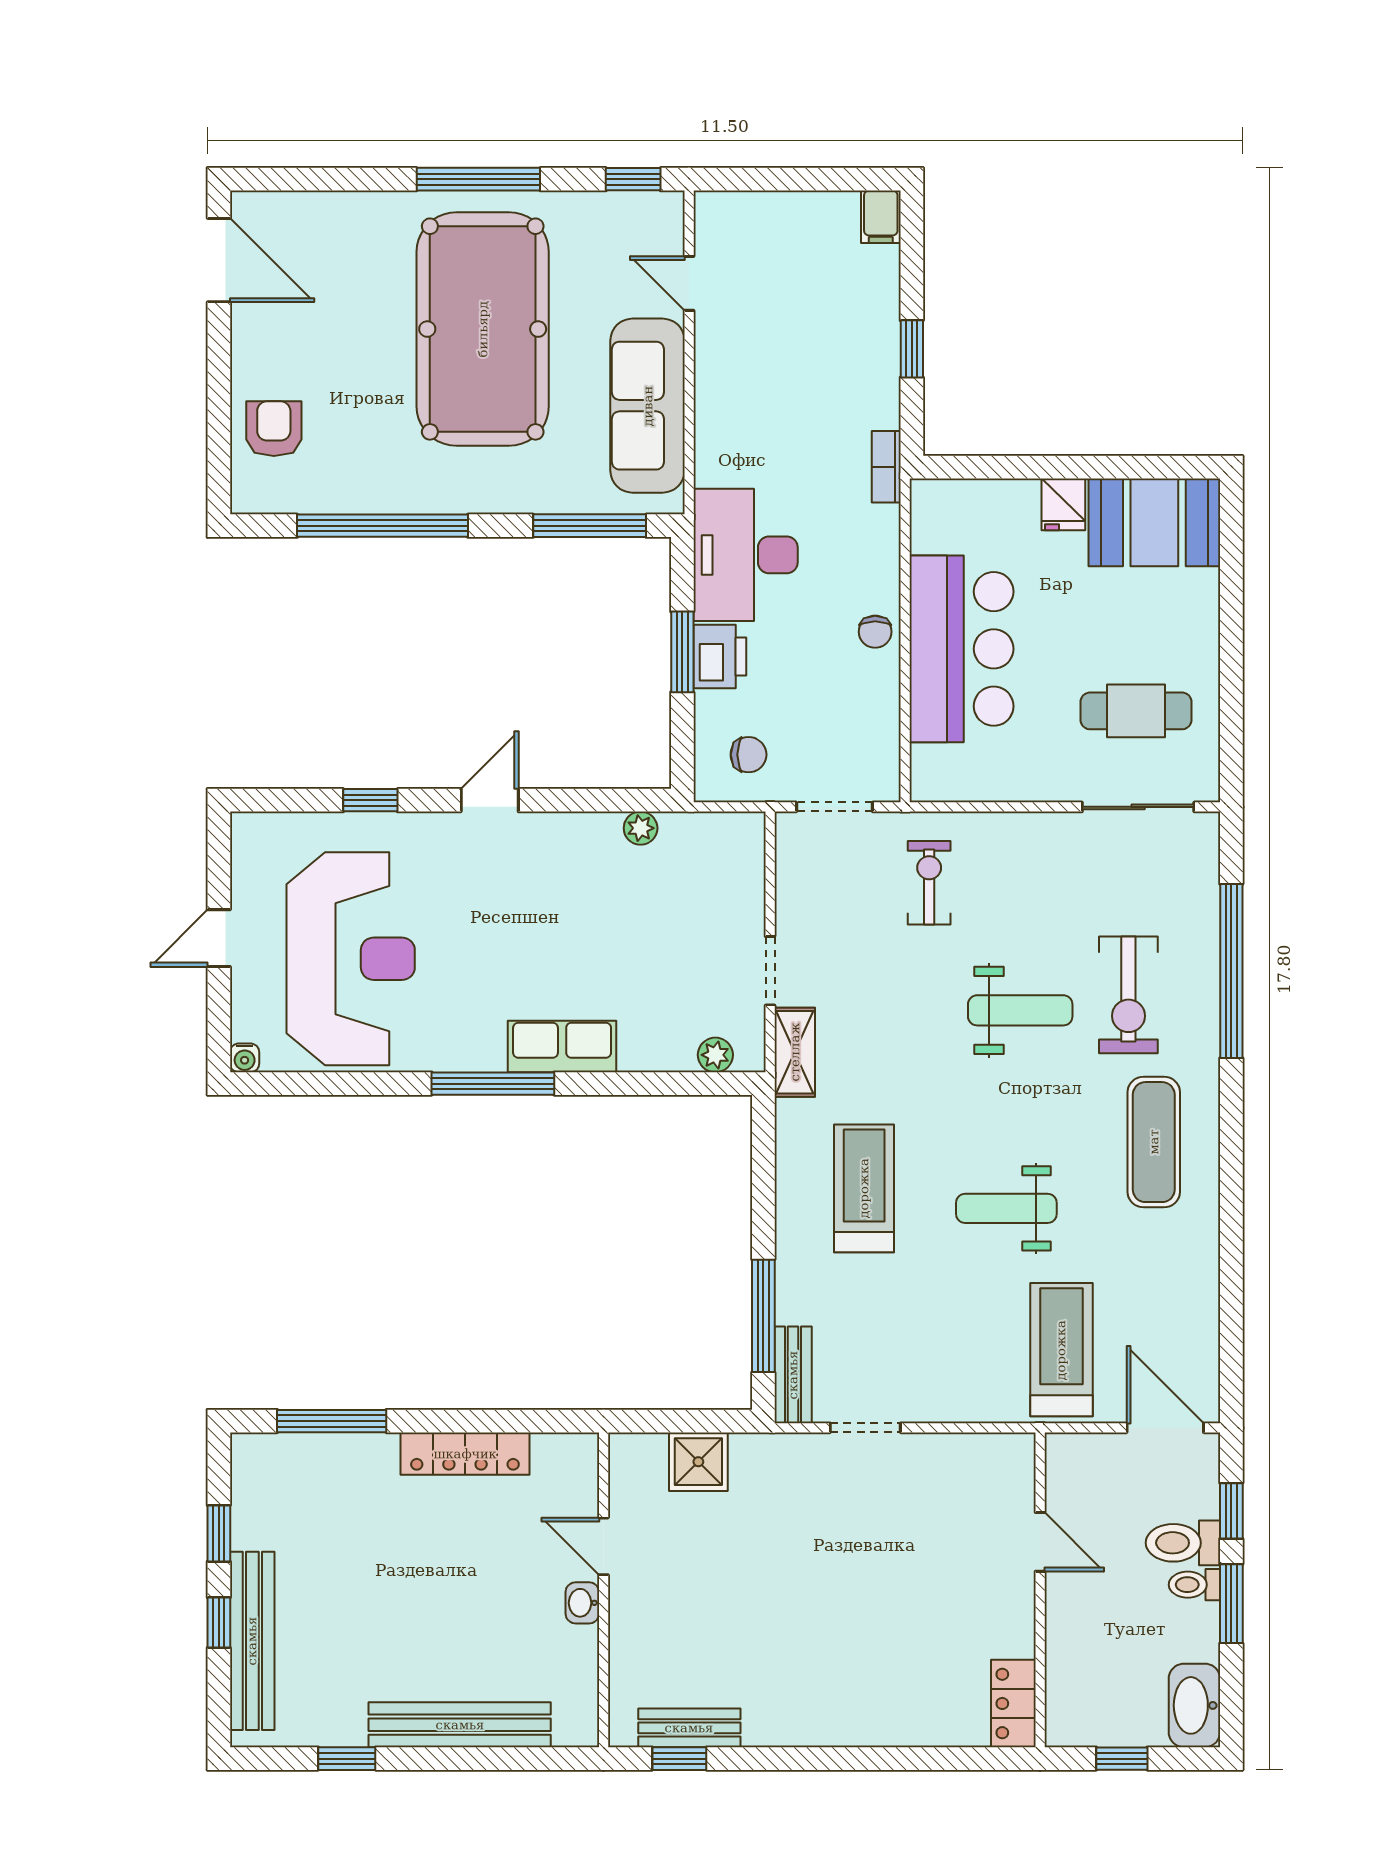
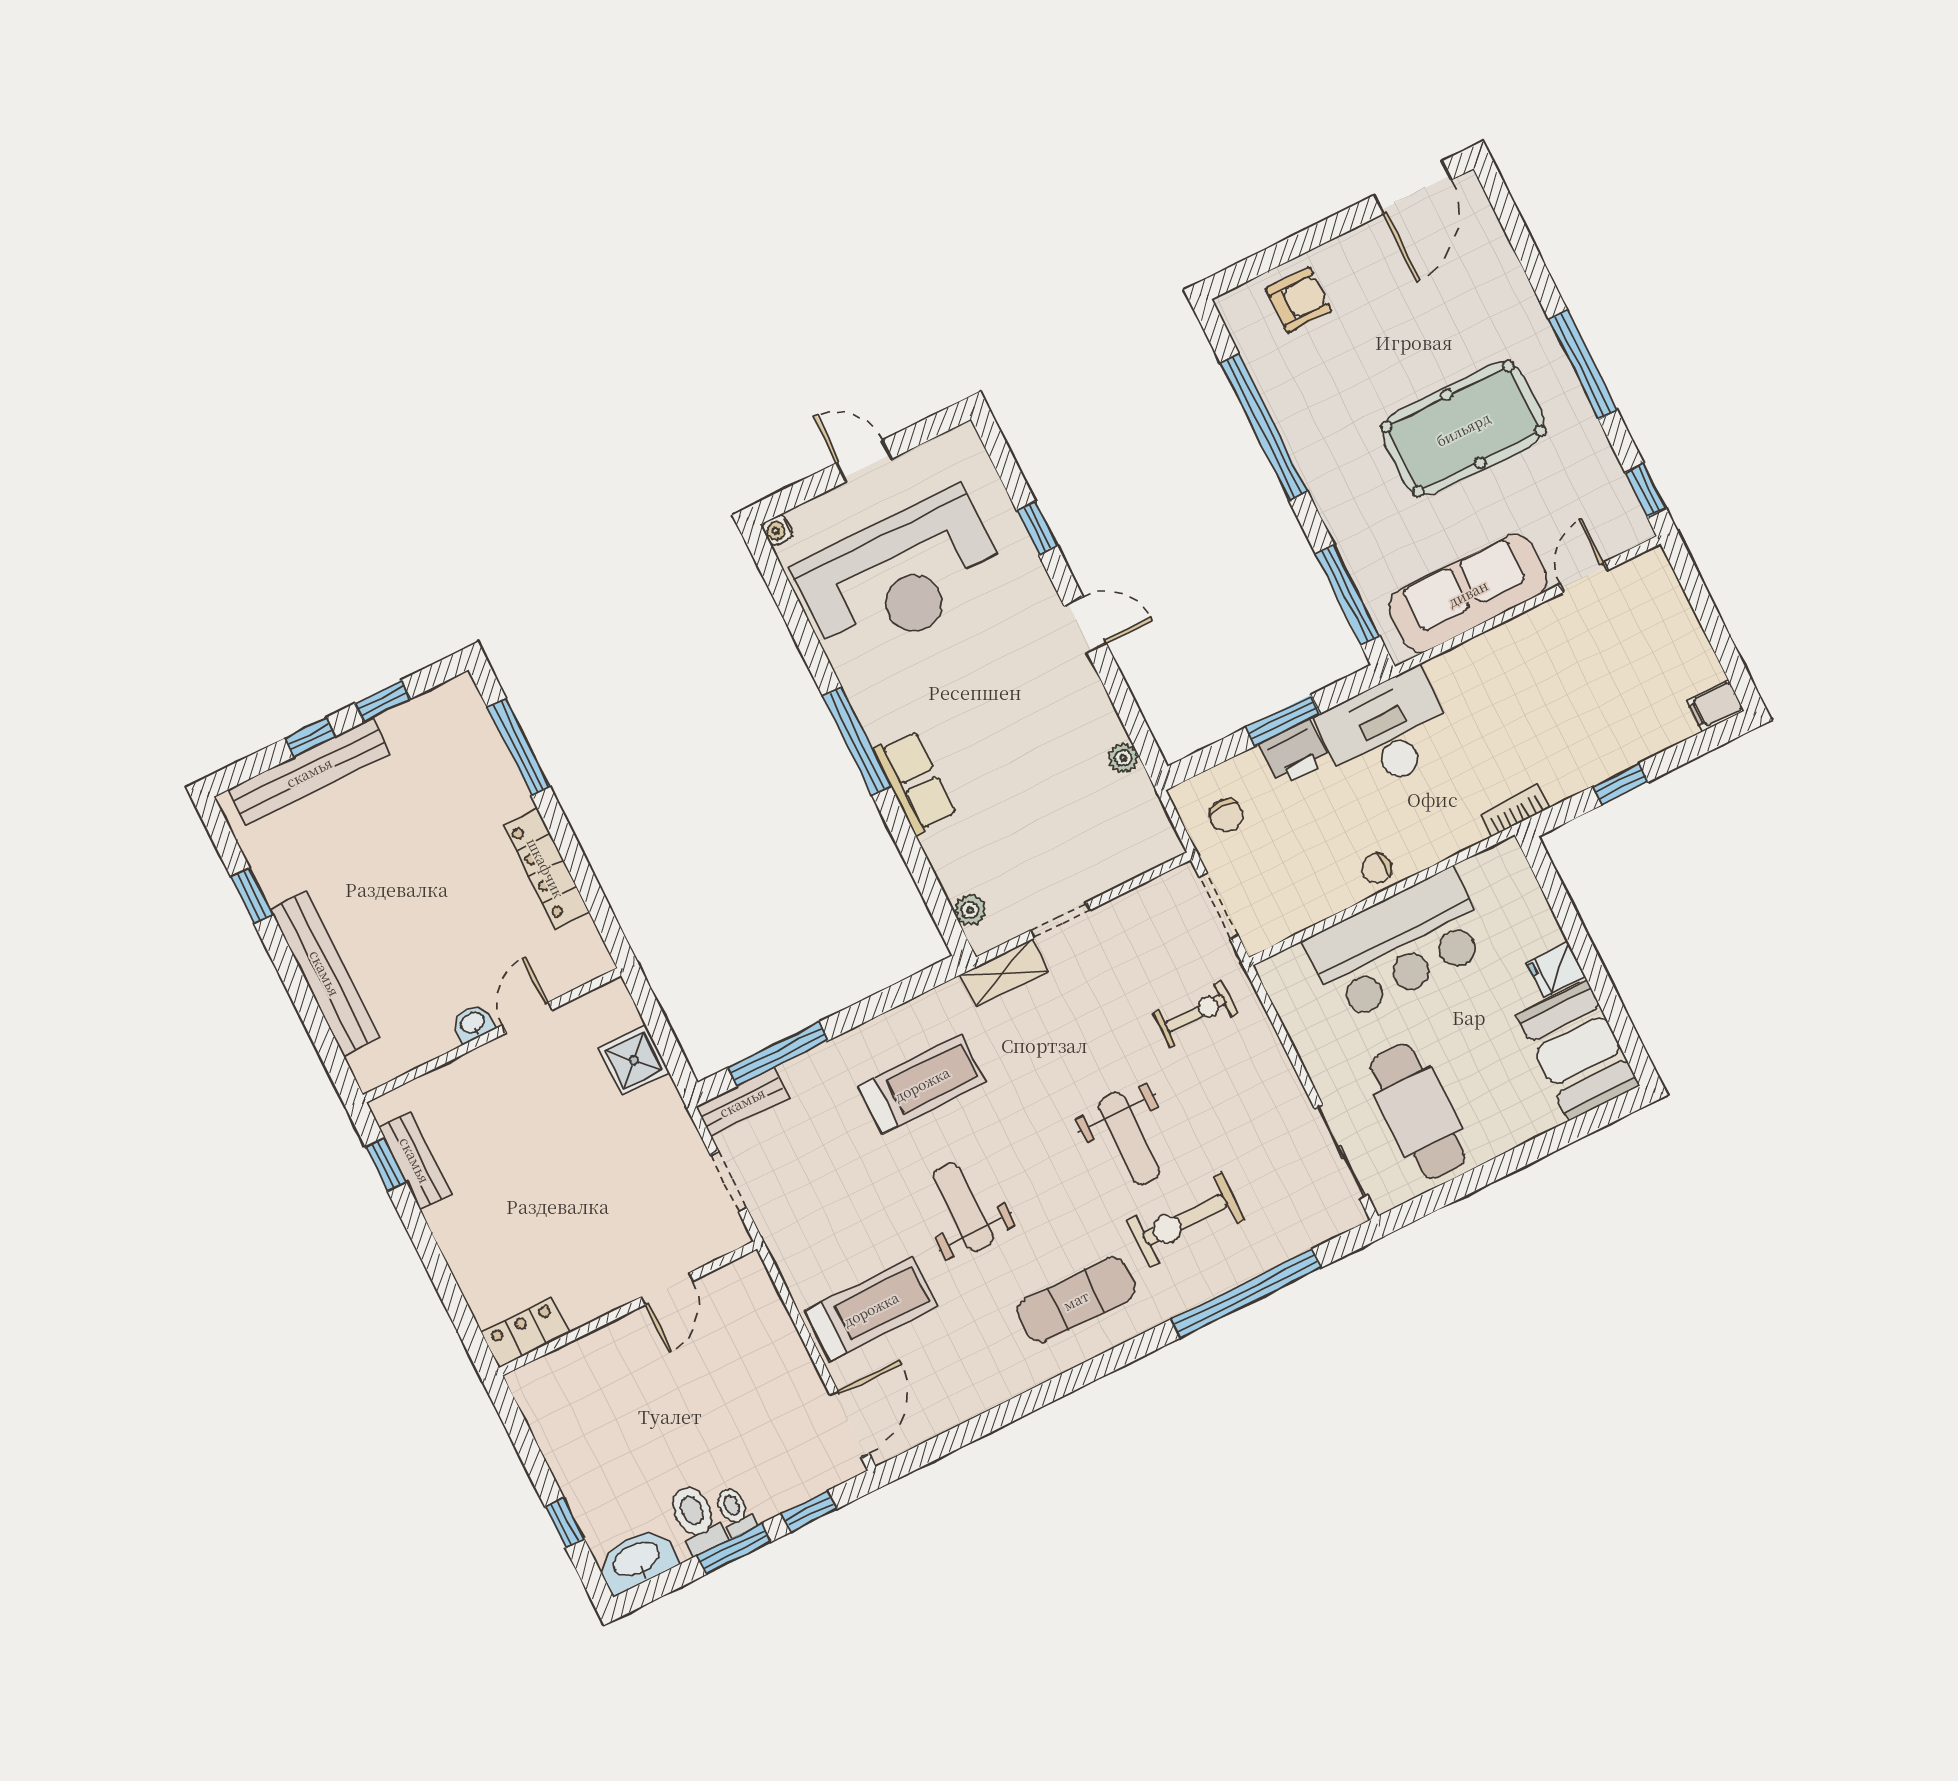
pool table: (483, 329) -> (1463, 429), width x0.73, depth x0.76
cafe table: (1136, 711) -> (1418, 1111), width x1.37, depth x1.35
door: (1040, 1542) -> (667, 1289), moved
toilet: (1183, 1543) -> (696, 1519), moved
wall: (1040, 1590) -> (628, 1308), moved
locker: (1013, 1703) -> (525, 1333), moved

